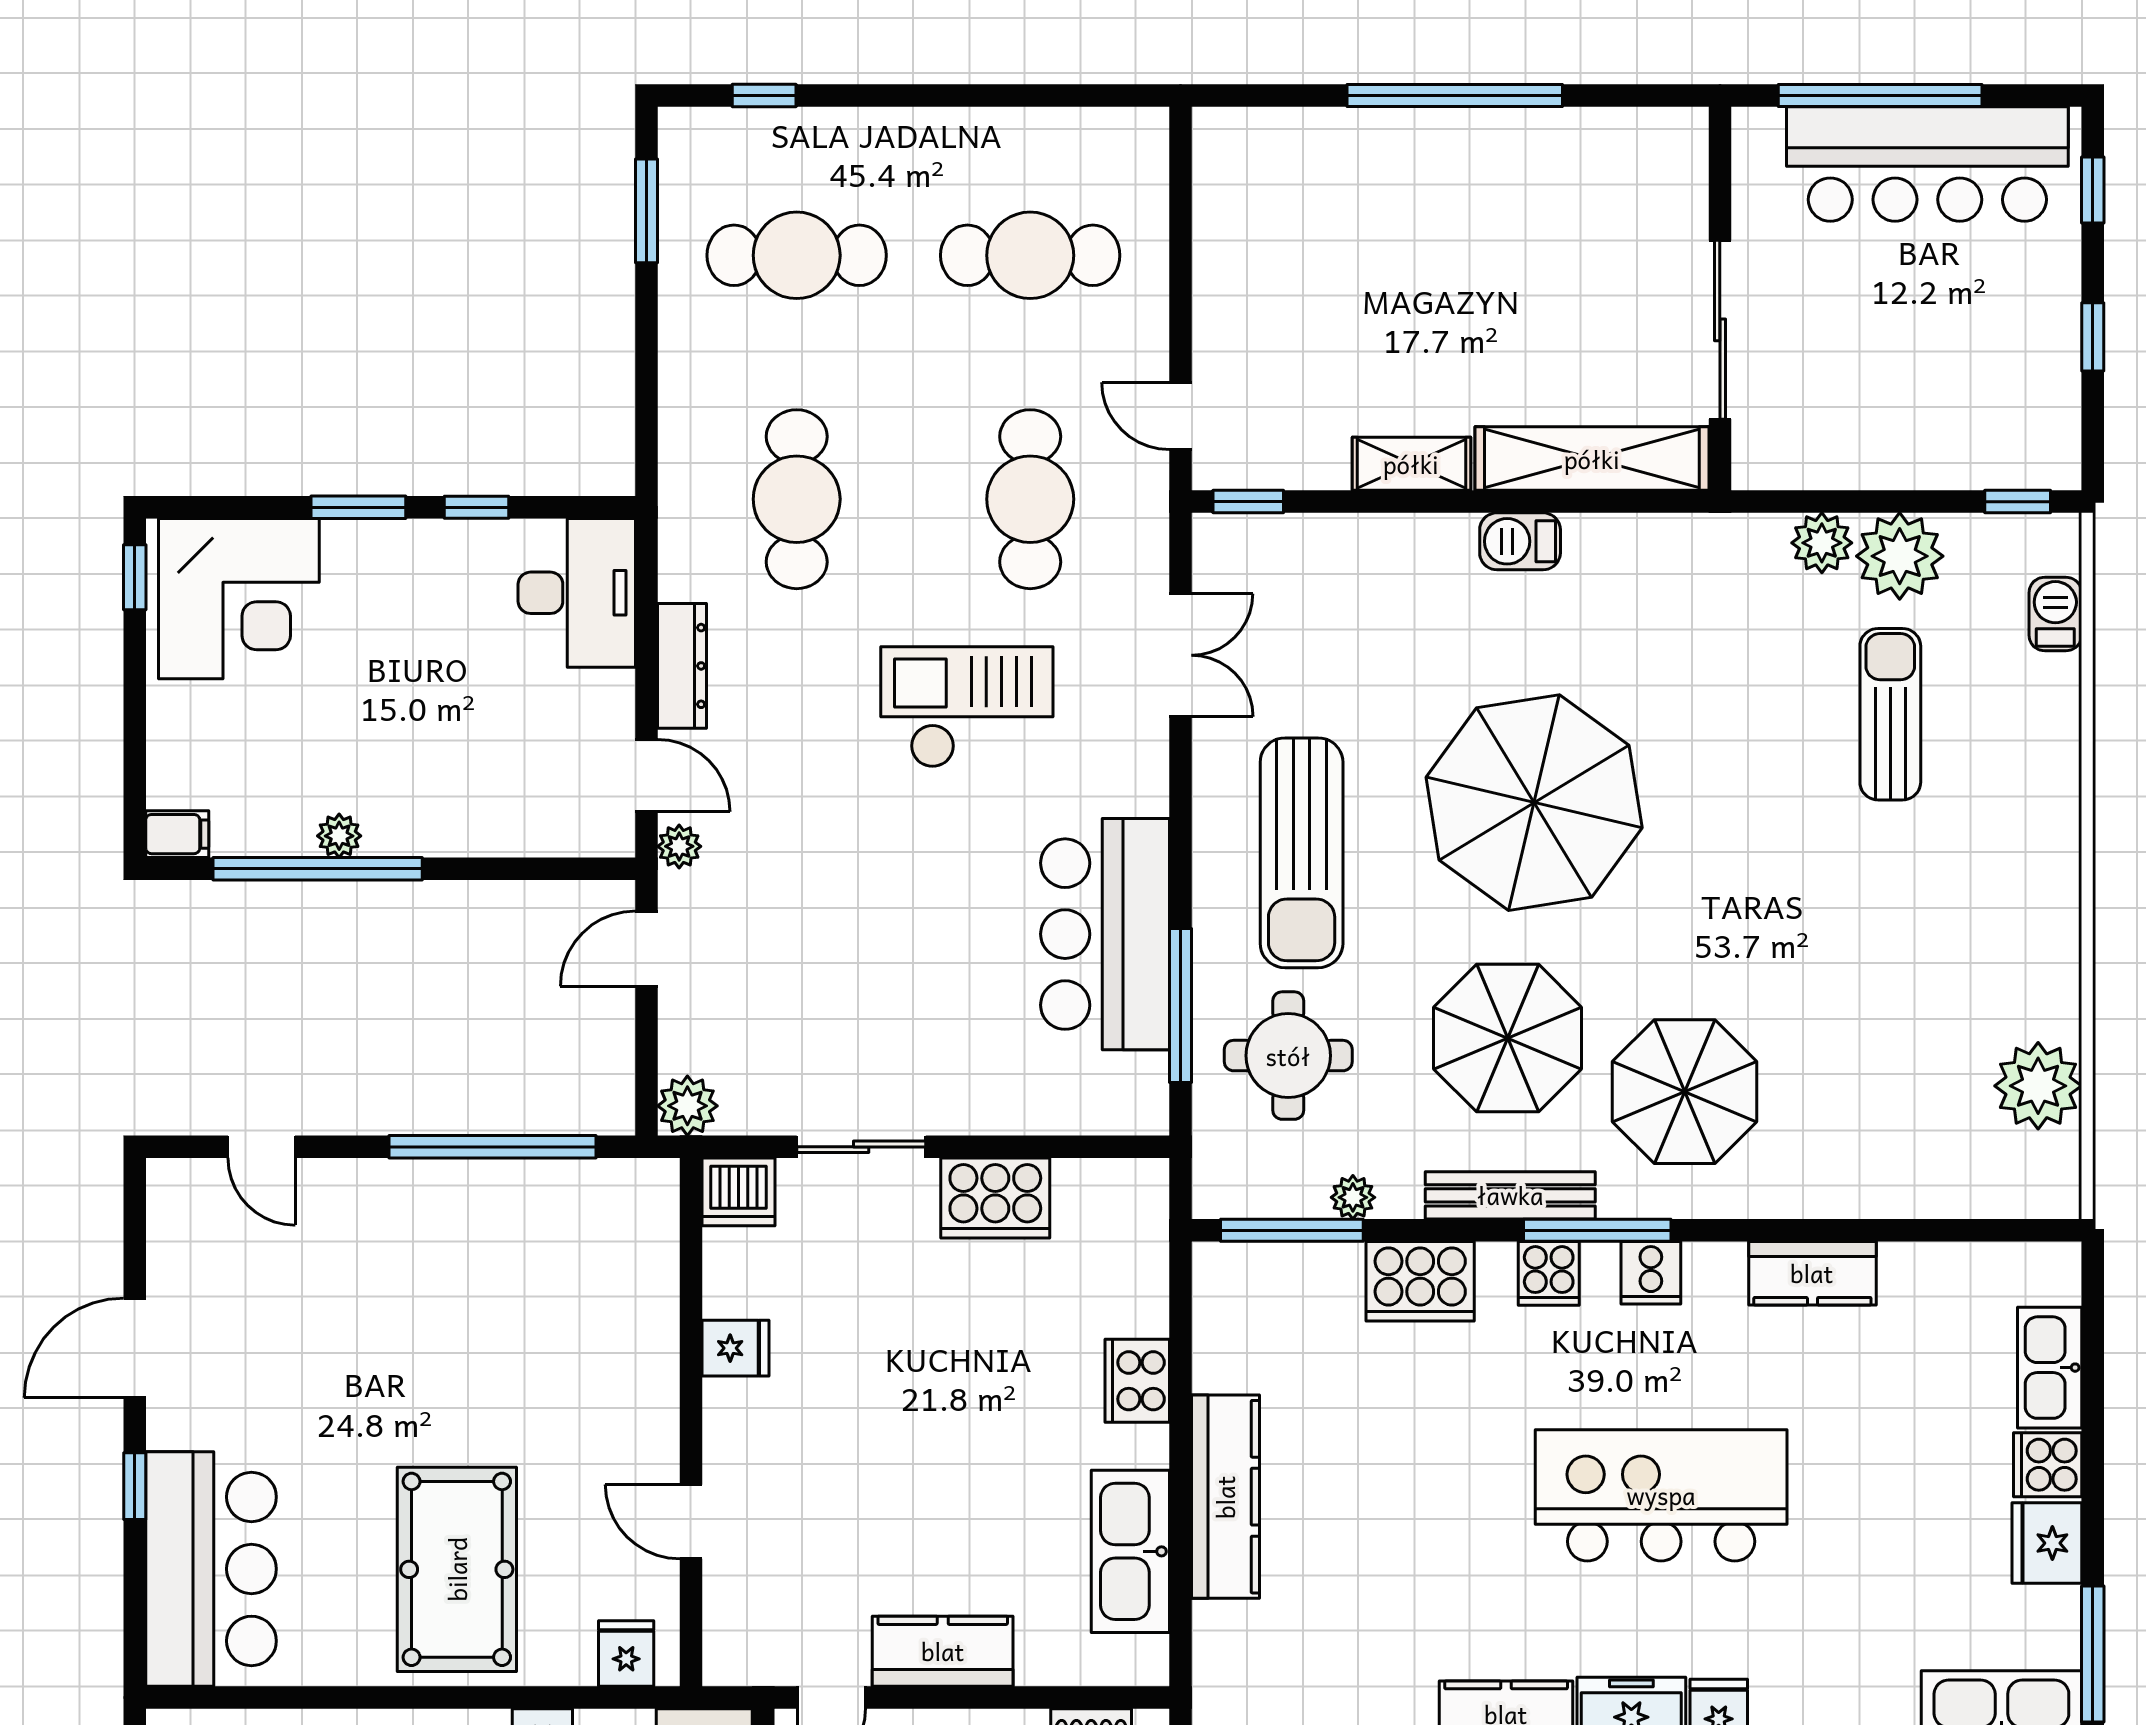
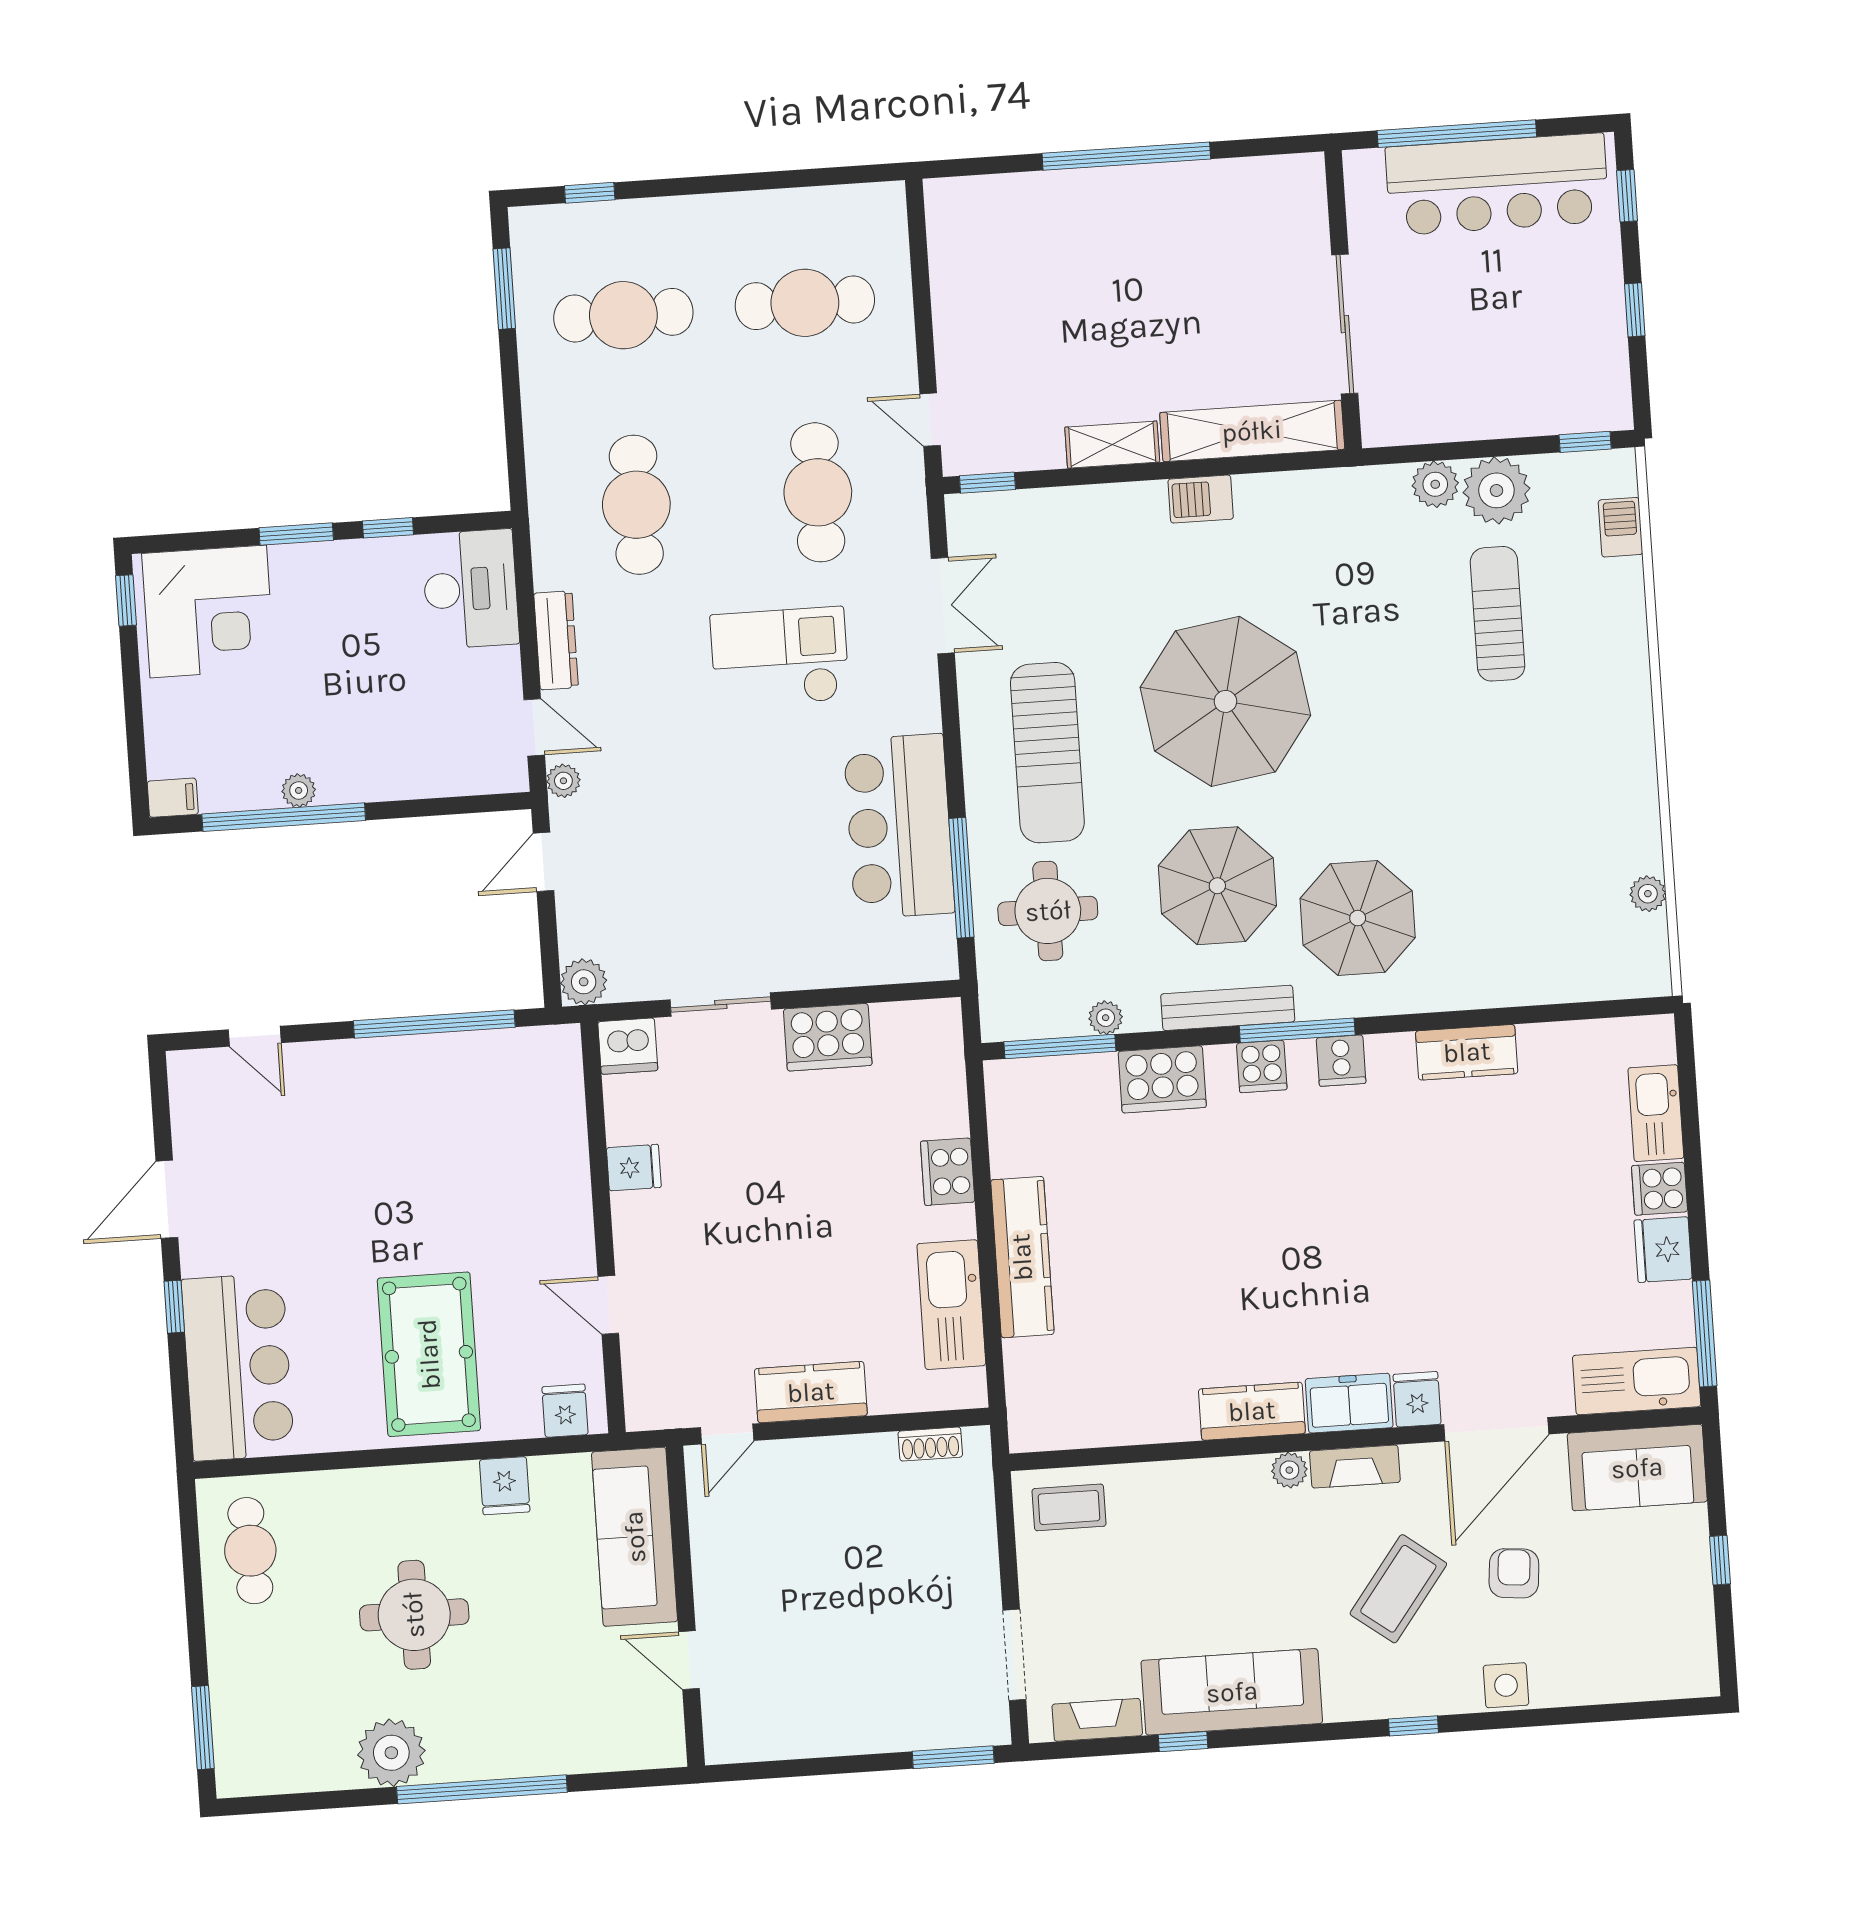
plant: (2038, 1086) -> (1648, 894), width x0.53, depth x0.53
kitchen island: (1661, 1495) -> (1361, 1233), removed

